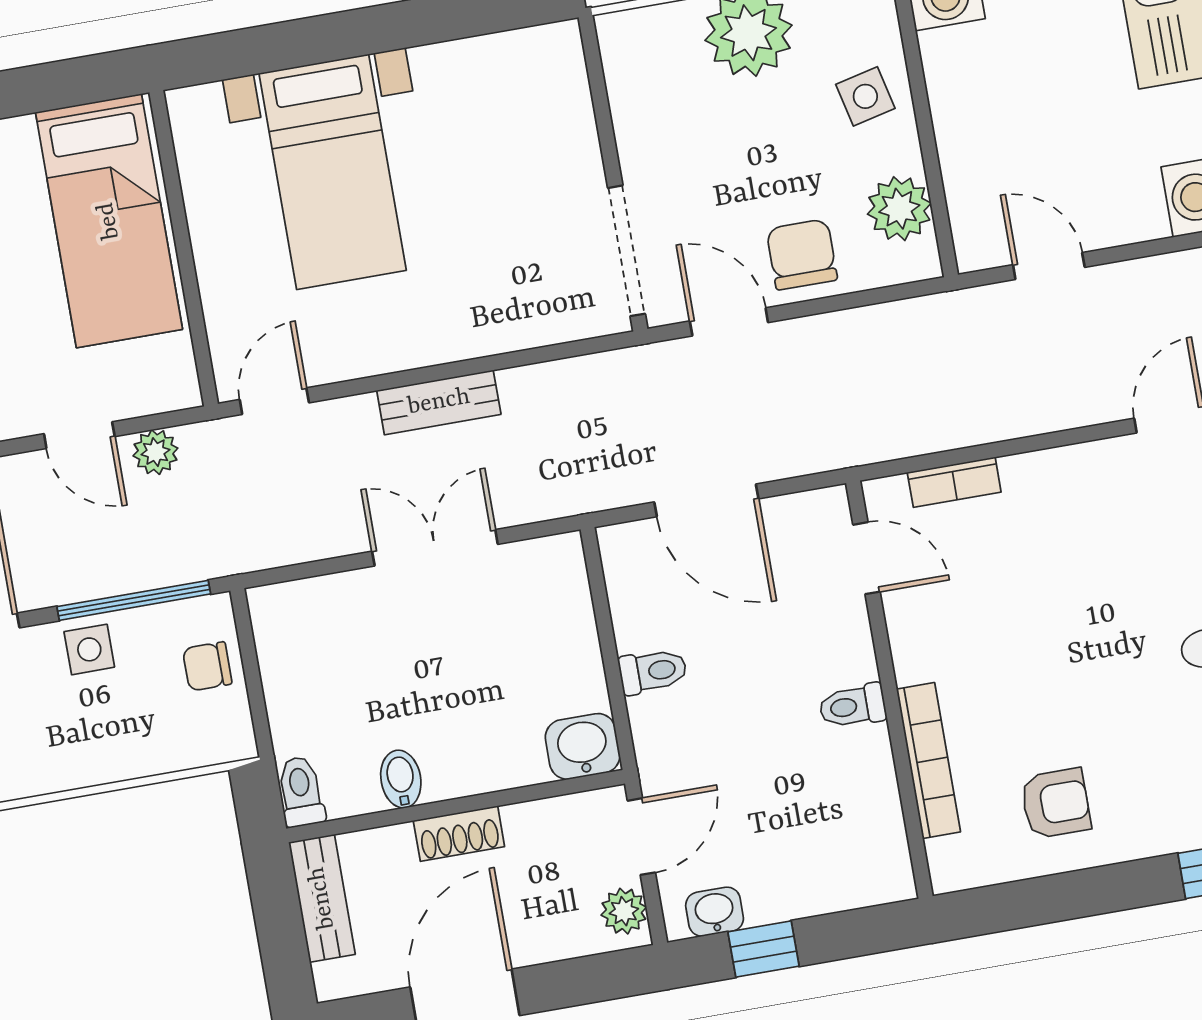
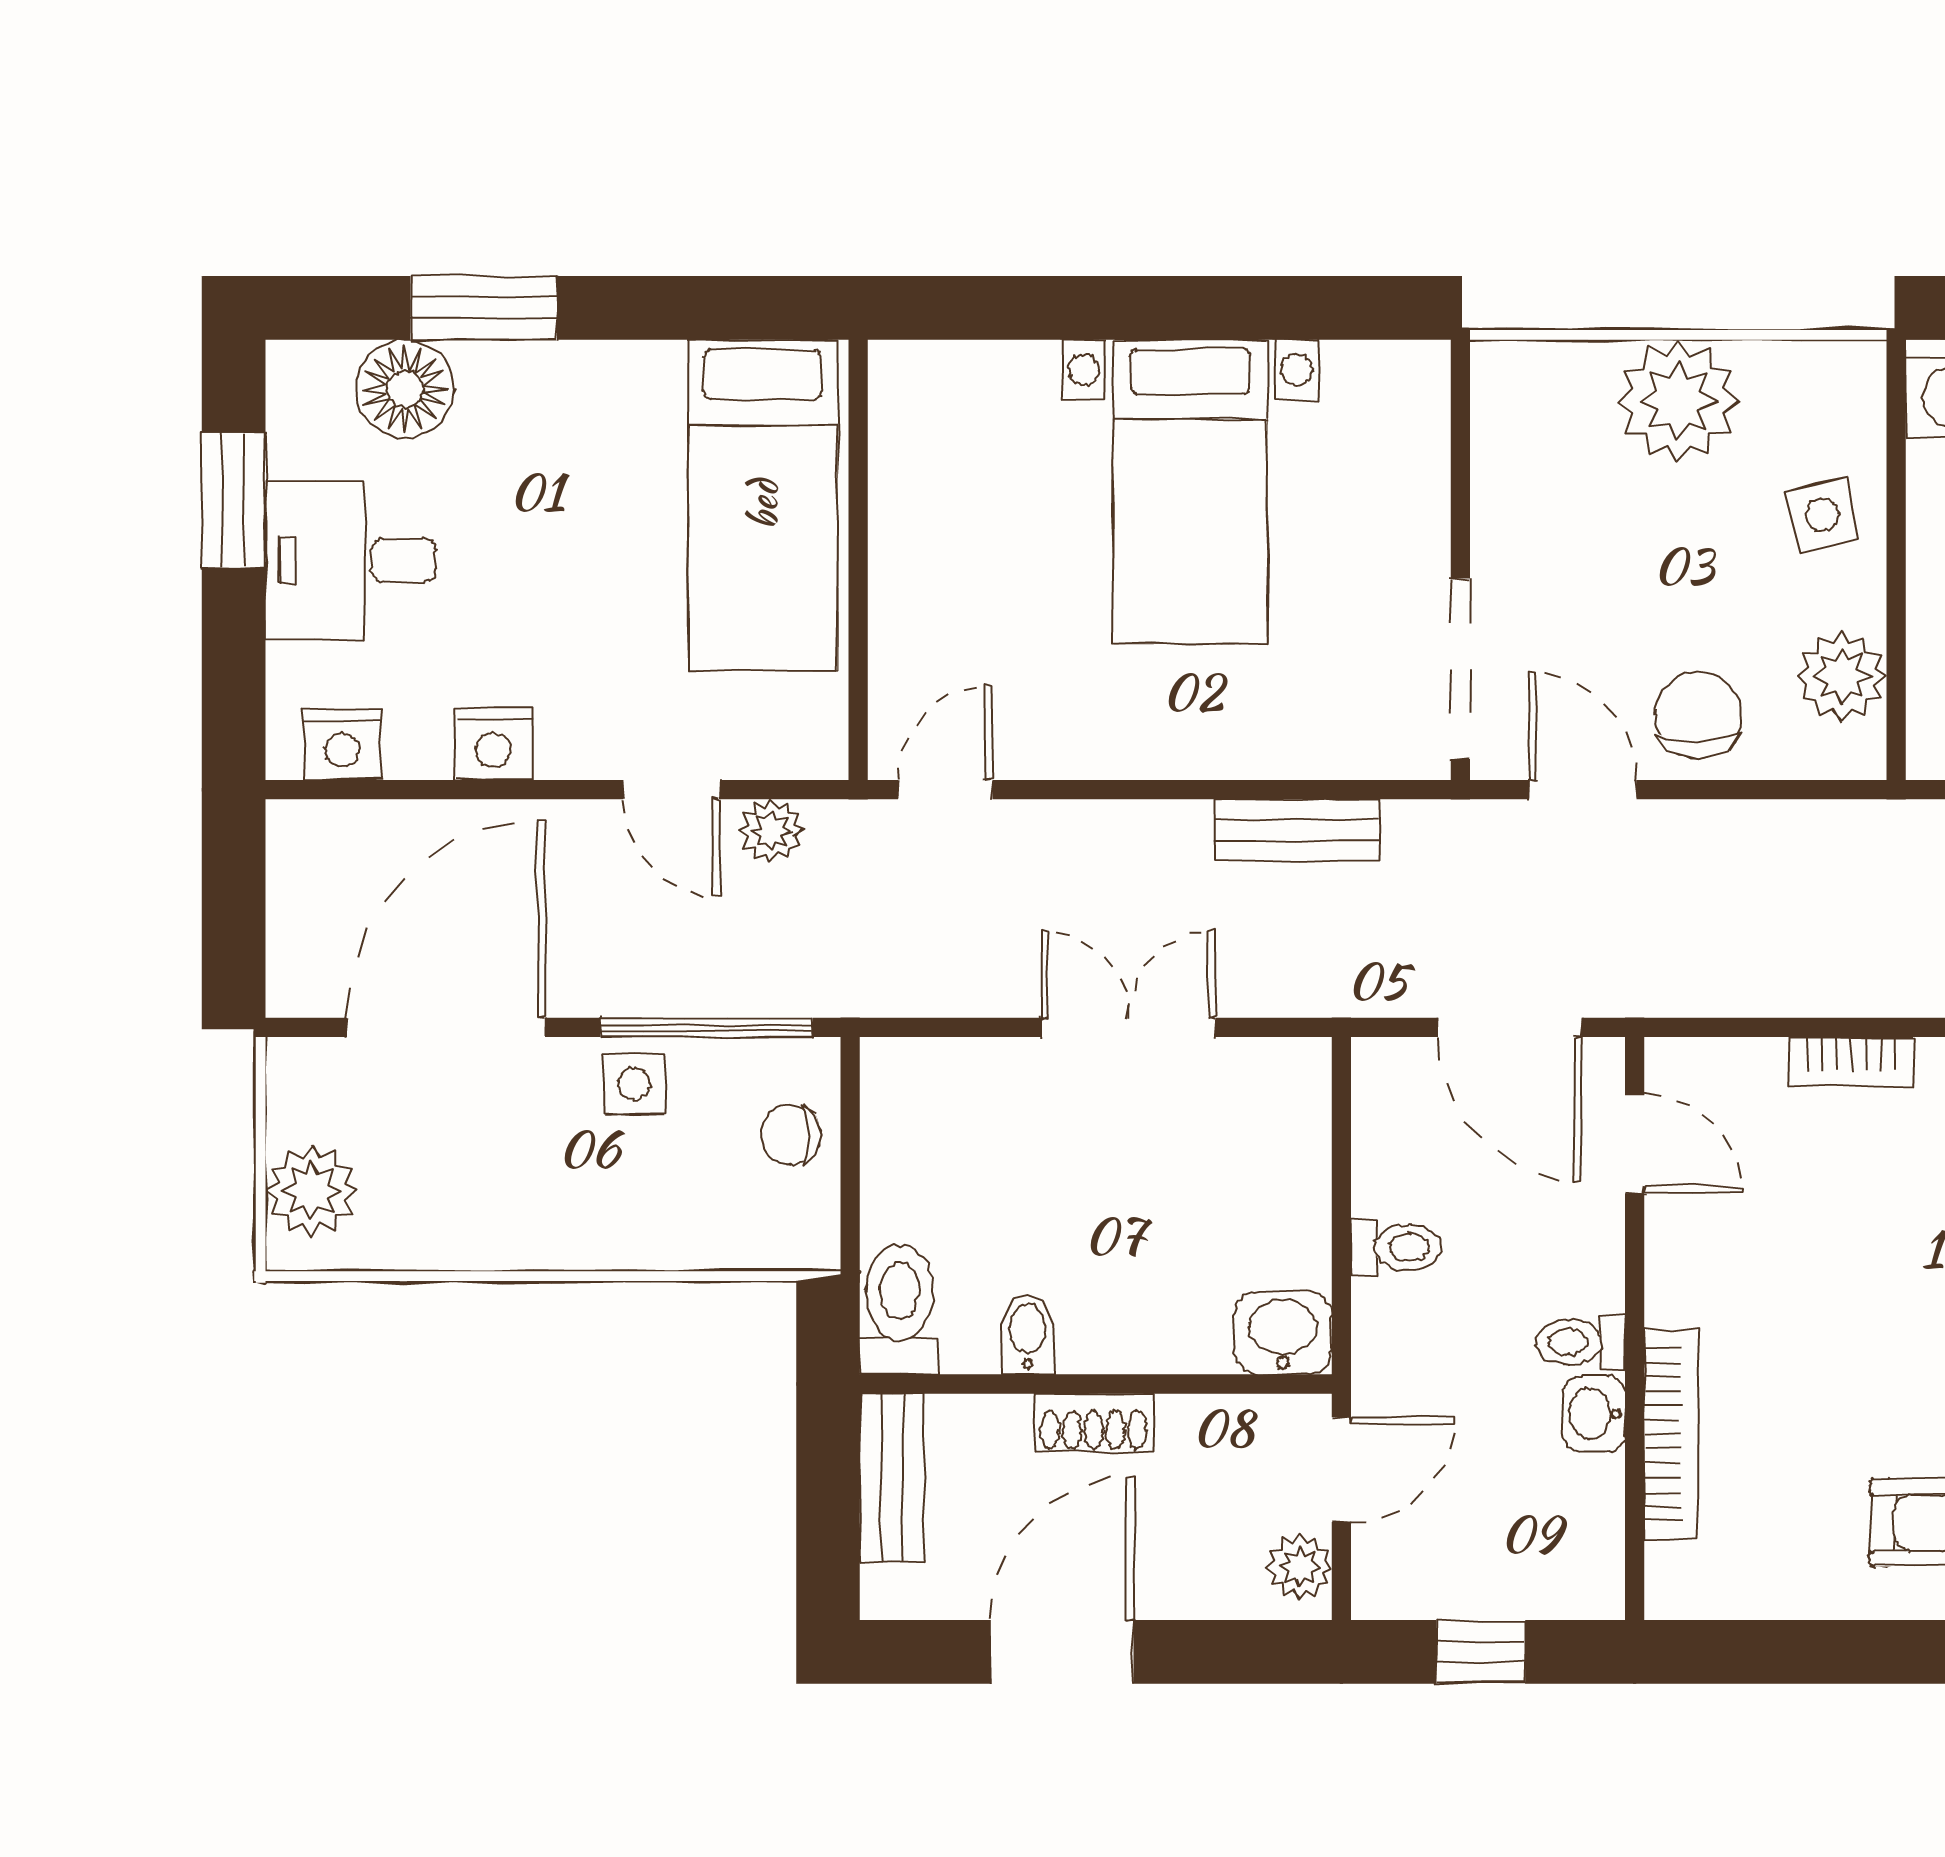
bed with nightstands: (333, 172) -> (1190, 491), moved
bench: (439, 402) -> (1297, 830), moved
door: (866, 558) -> (1635, 1144), moved
wall: (889, 690) -> (1635, 1329), moved
toilet: (853, 706) -> (1581, 1342), moved
bookcase: (928, 761) -> (1671, 1434), moved
toilet: (301, 792) -> (899, 1309), width x1.37, depth x1.39
washbasin: (715, 912) -> (1594, 1414), moved, turned -90

